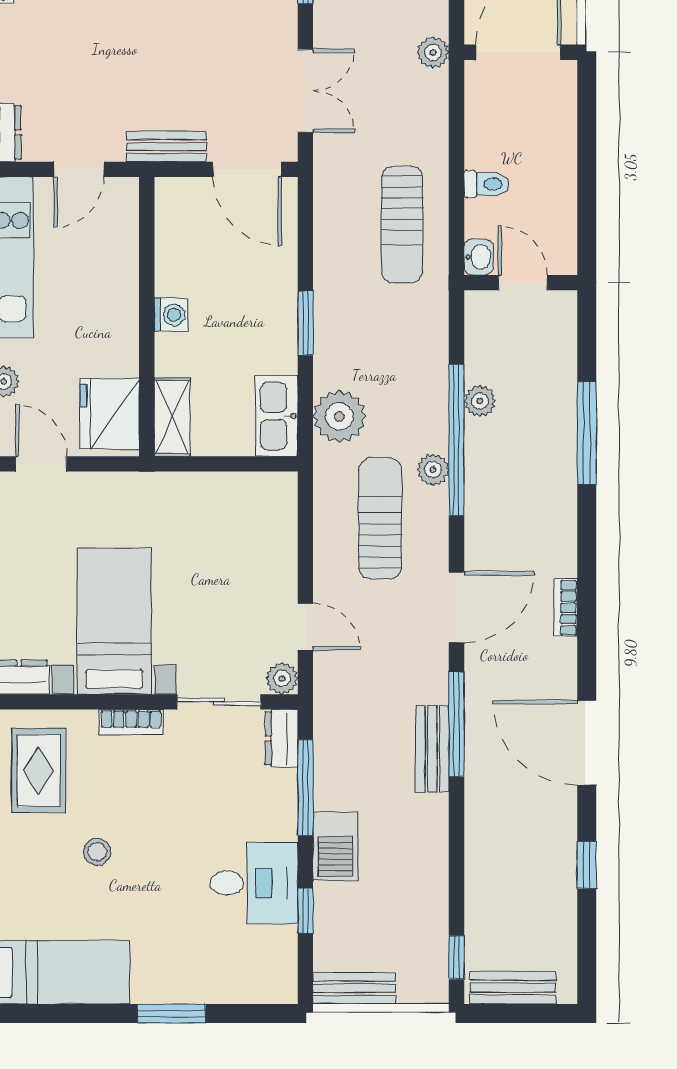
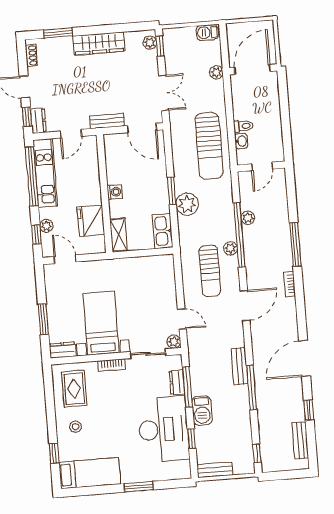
sun lounger: (402, 224) -> (209, 146), width x1.36, depth x1.34
washbasin: (479, 257) -> (241, 141), moved
door: (523, 283) -> (262, 166), swing flipped
fridge: (109, 414) -> (91, 221), moved
plant: (339, 416) -> (187, 204), moved
window: (587, 433) -> (295, 244), moved
sun lounger: (380, 519) -> (210, 271), turned 180
bookcase: (566, 608) -> (290, 284), moved
window: (456, 724) -> (252, 388), moved
dresser: (282, 738) -> (177, 382), moved
door: (587, 743) -> (305, 358), hinge flipped
stool: (97, 852) -> (76, 427), moved
desk: (254, 883) -> (163, 429), width x1.87, depth x1.30
bench: (513, 988) -> (300, 440), moved, turned 90

